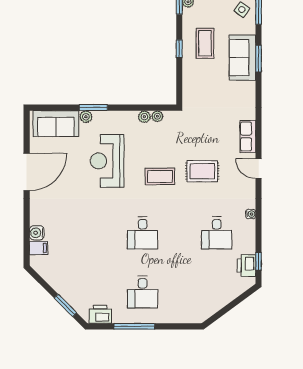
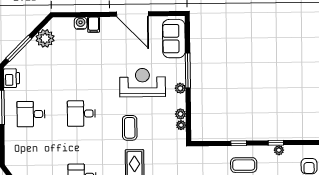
window: (93, 108) -> (188, 70), width x1.44
plant: (86, 117) -> (180, 88), moved
filing cabinet: (39, 248) -> (94, 25), moved
plant: (54, 275) -> (45, 38), added
window: (65, 305) -> (19, 48), width x1.44

